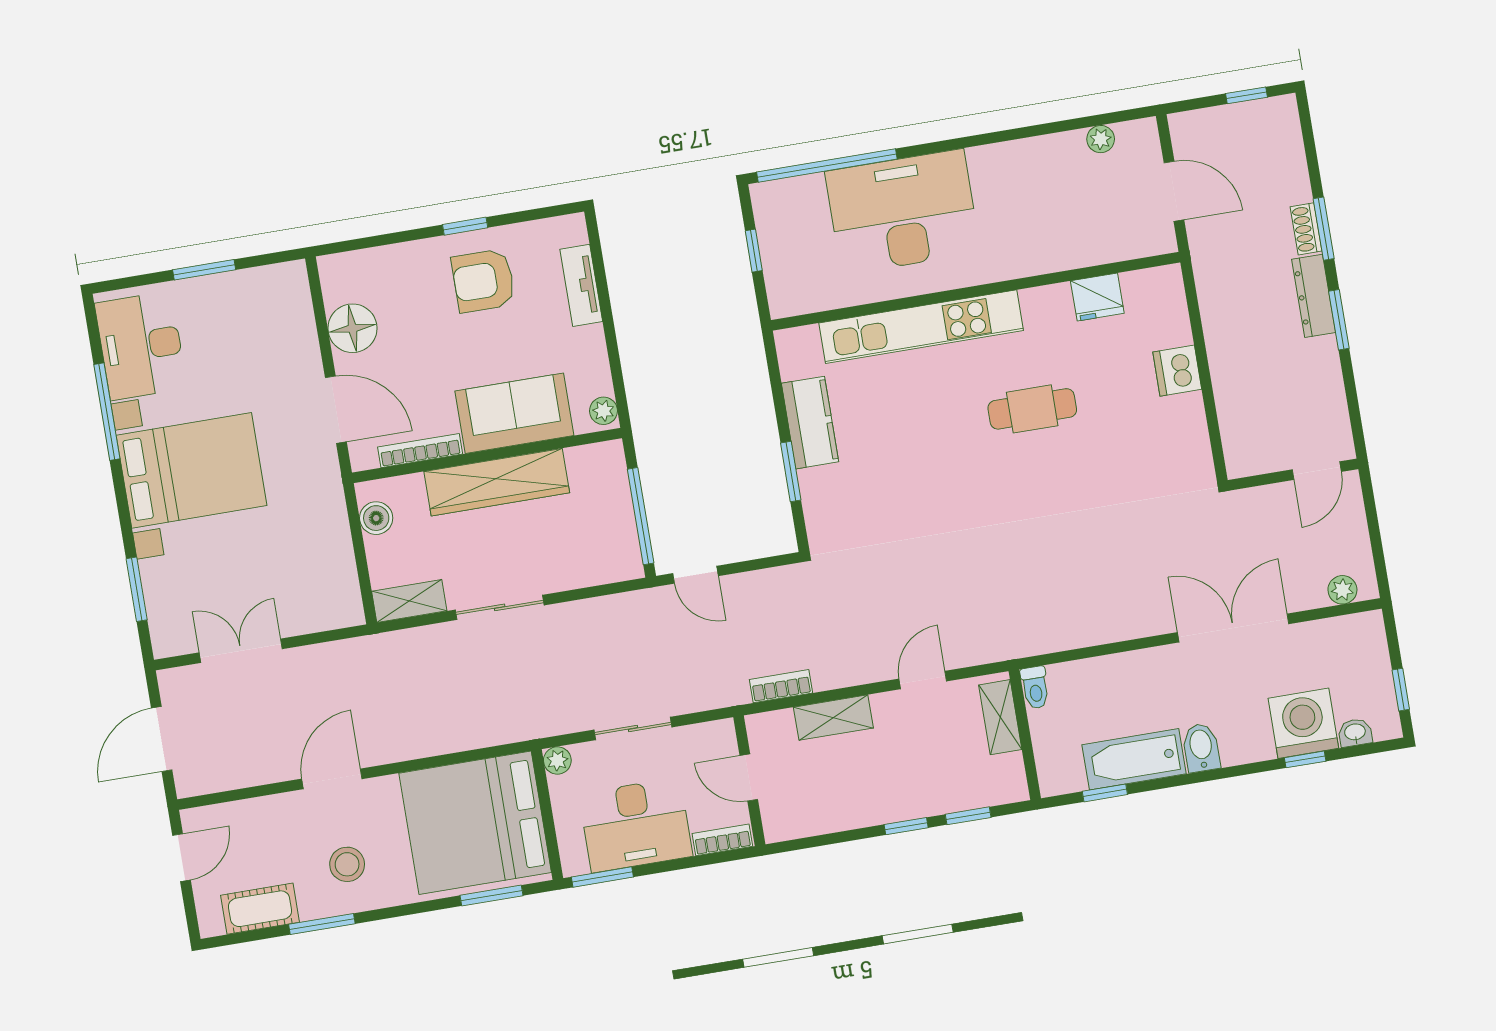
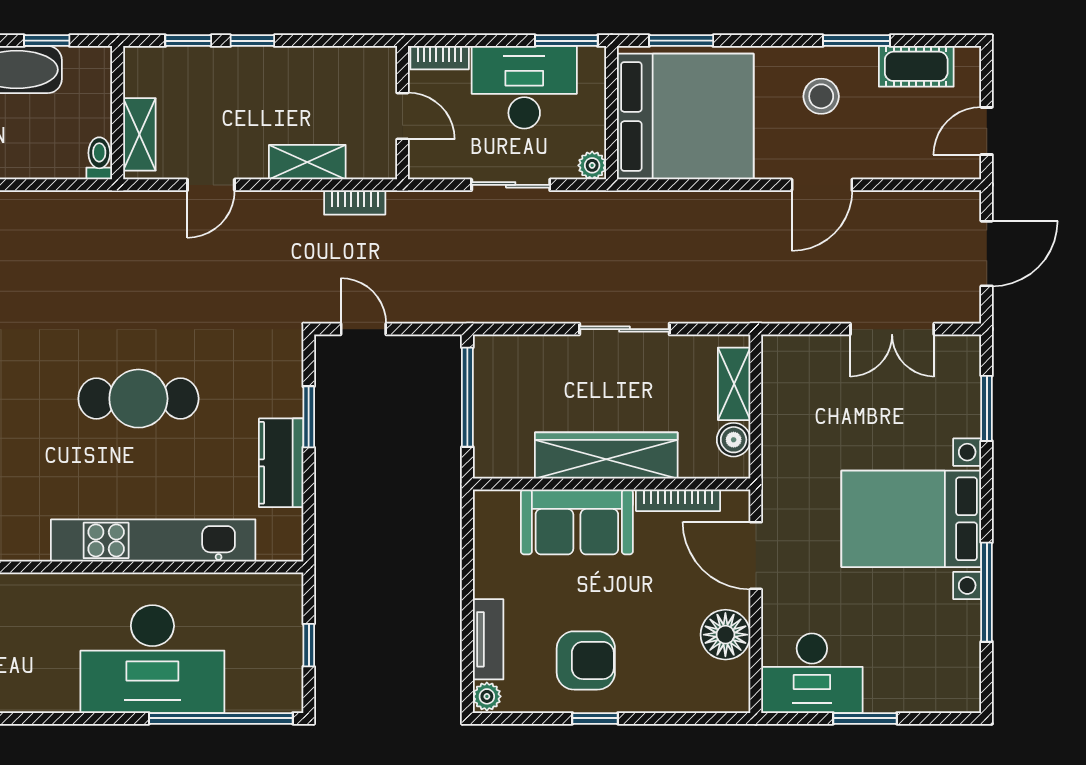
desk: (141, 346) -> (812, 673), moved, turned 90
cafe table: (1032, 409) -> (138, 399), moved, width x1.37, depth x1.35
plant: (603, 411) -> (487, 696), moved
door: (695, 575) -> (363, 329), moved
shelving: (409, 601) -> (734, 384), moved, turned 90

